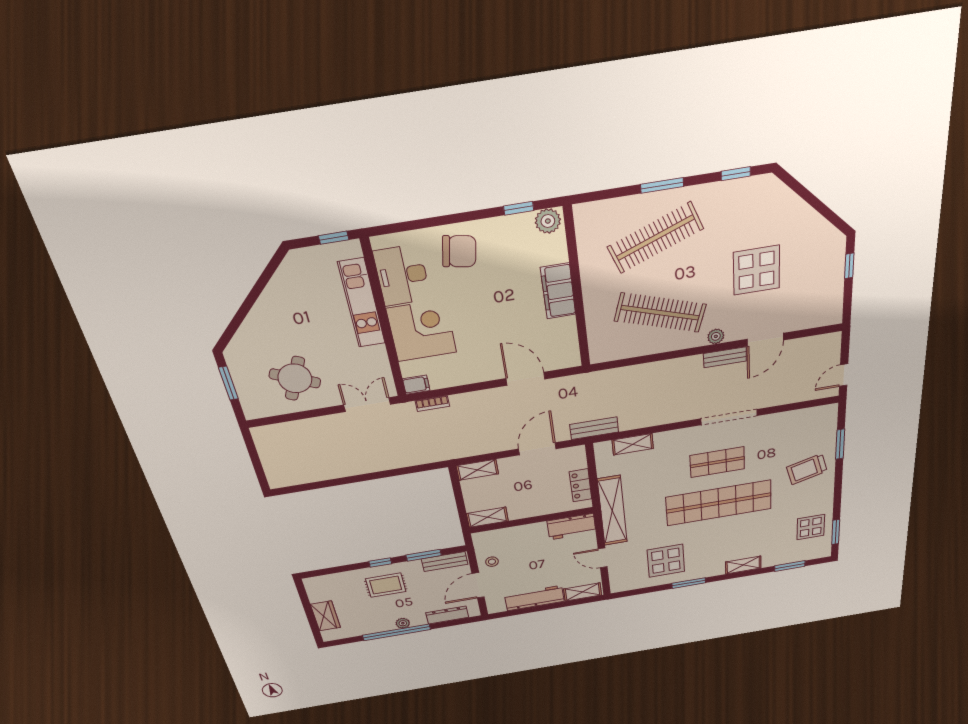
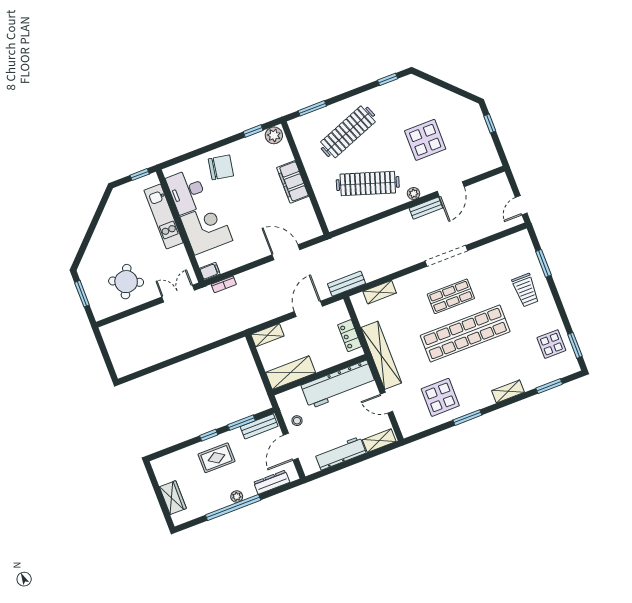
window: (662, 185) -> (312, 108), moved
trolley: (807, 469) -> (526, 290), turned -75
shelving: (487, 517) -> (291, 373), width x1.50, depth x1.33
workbench: (572, 527) -> (338, 385), width x1.88, depth x1.32

